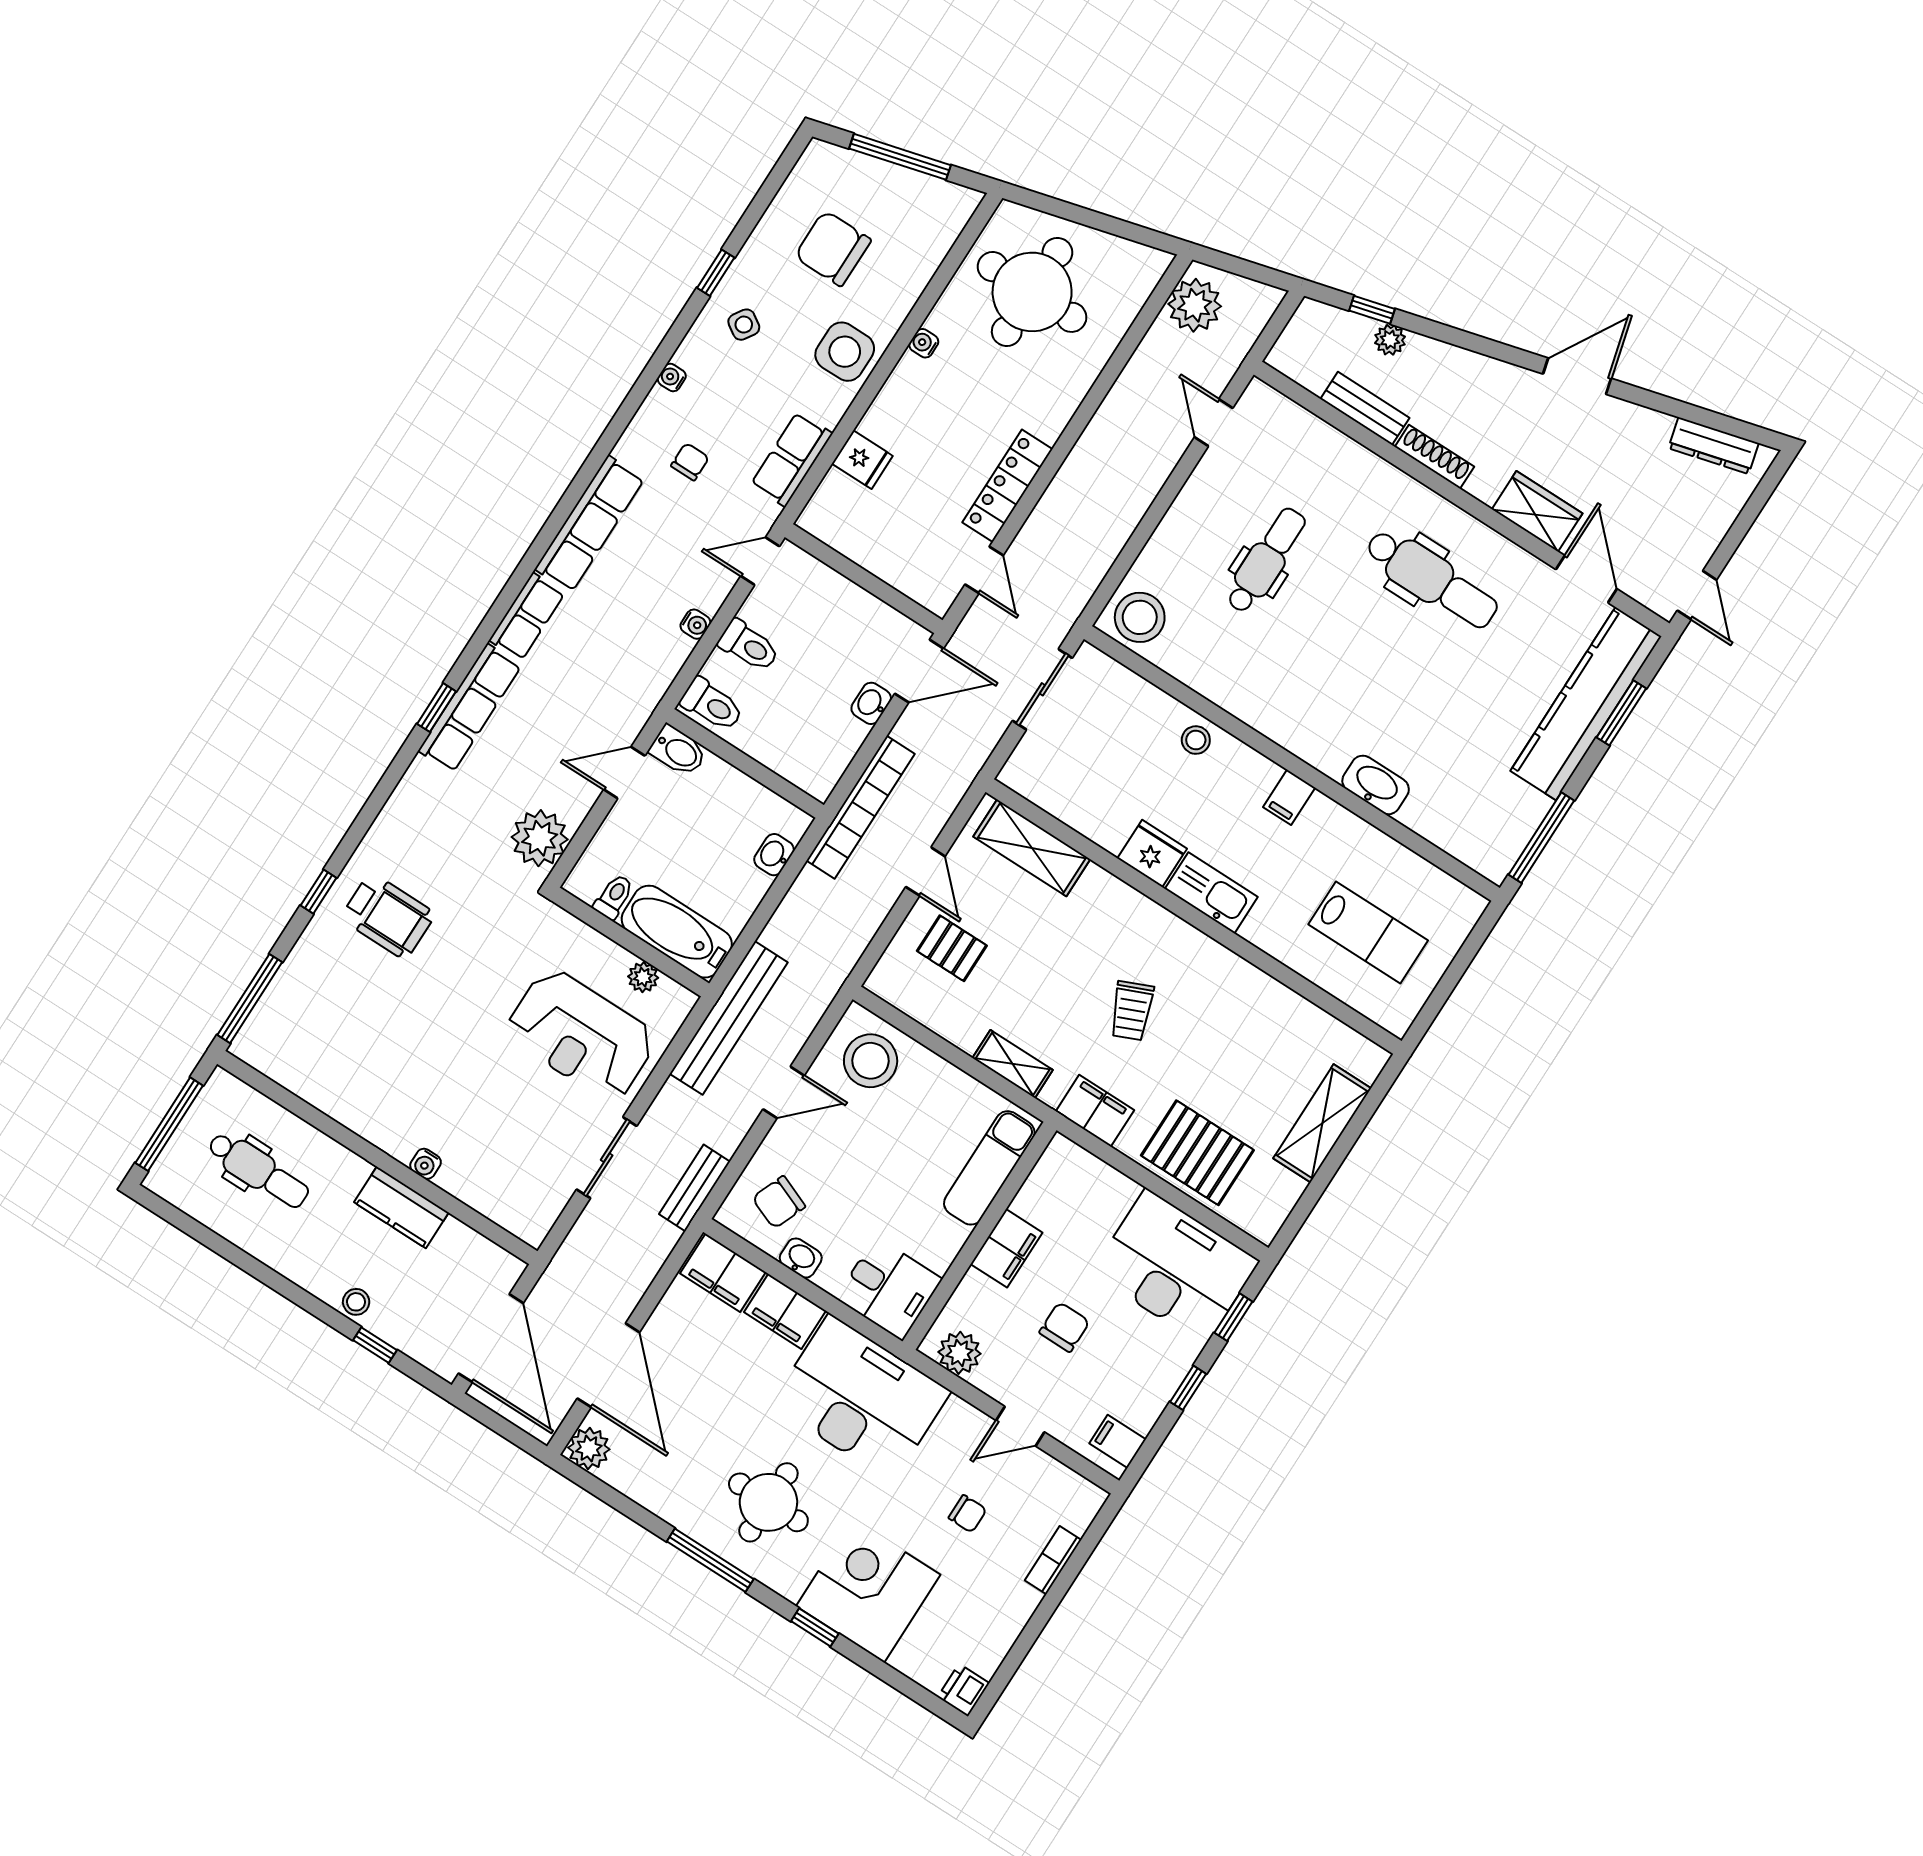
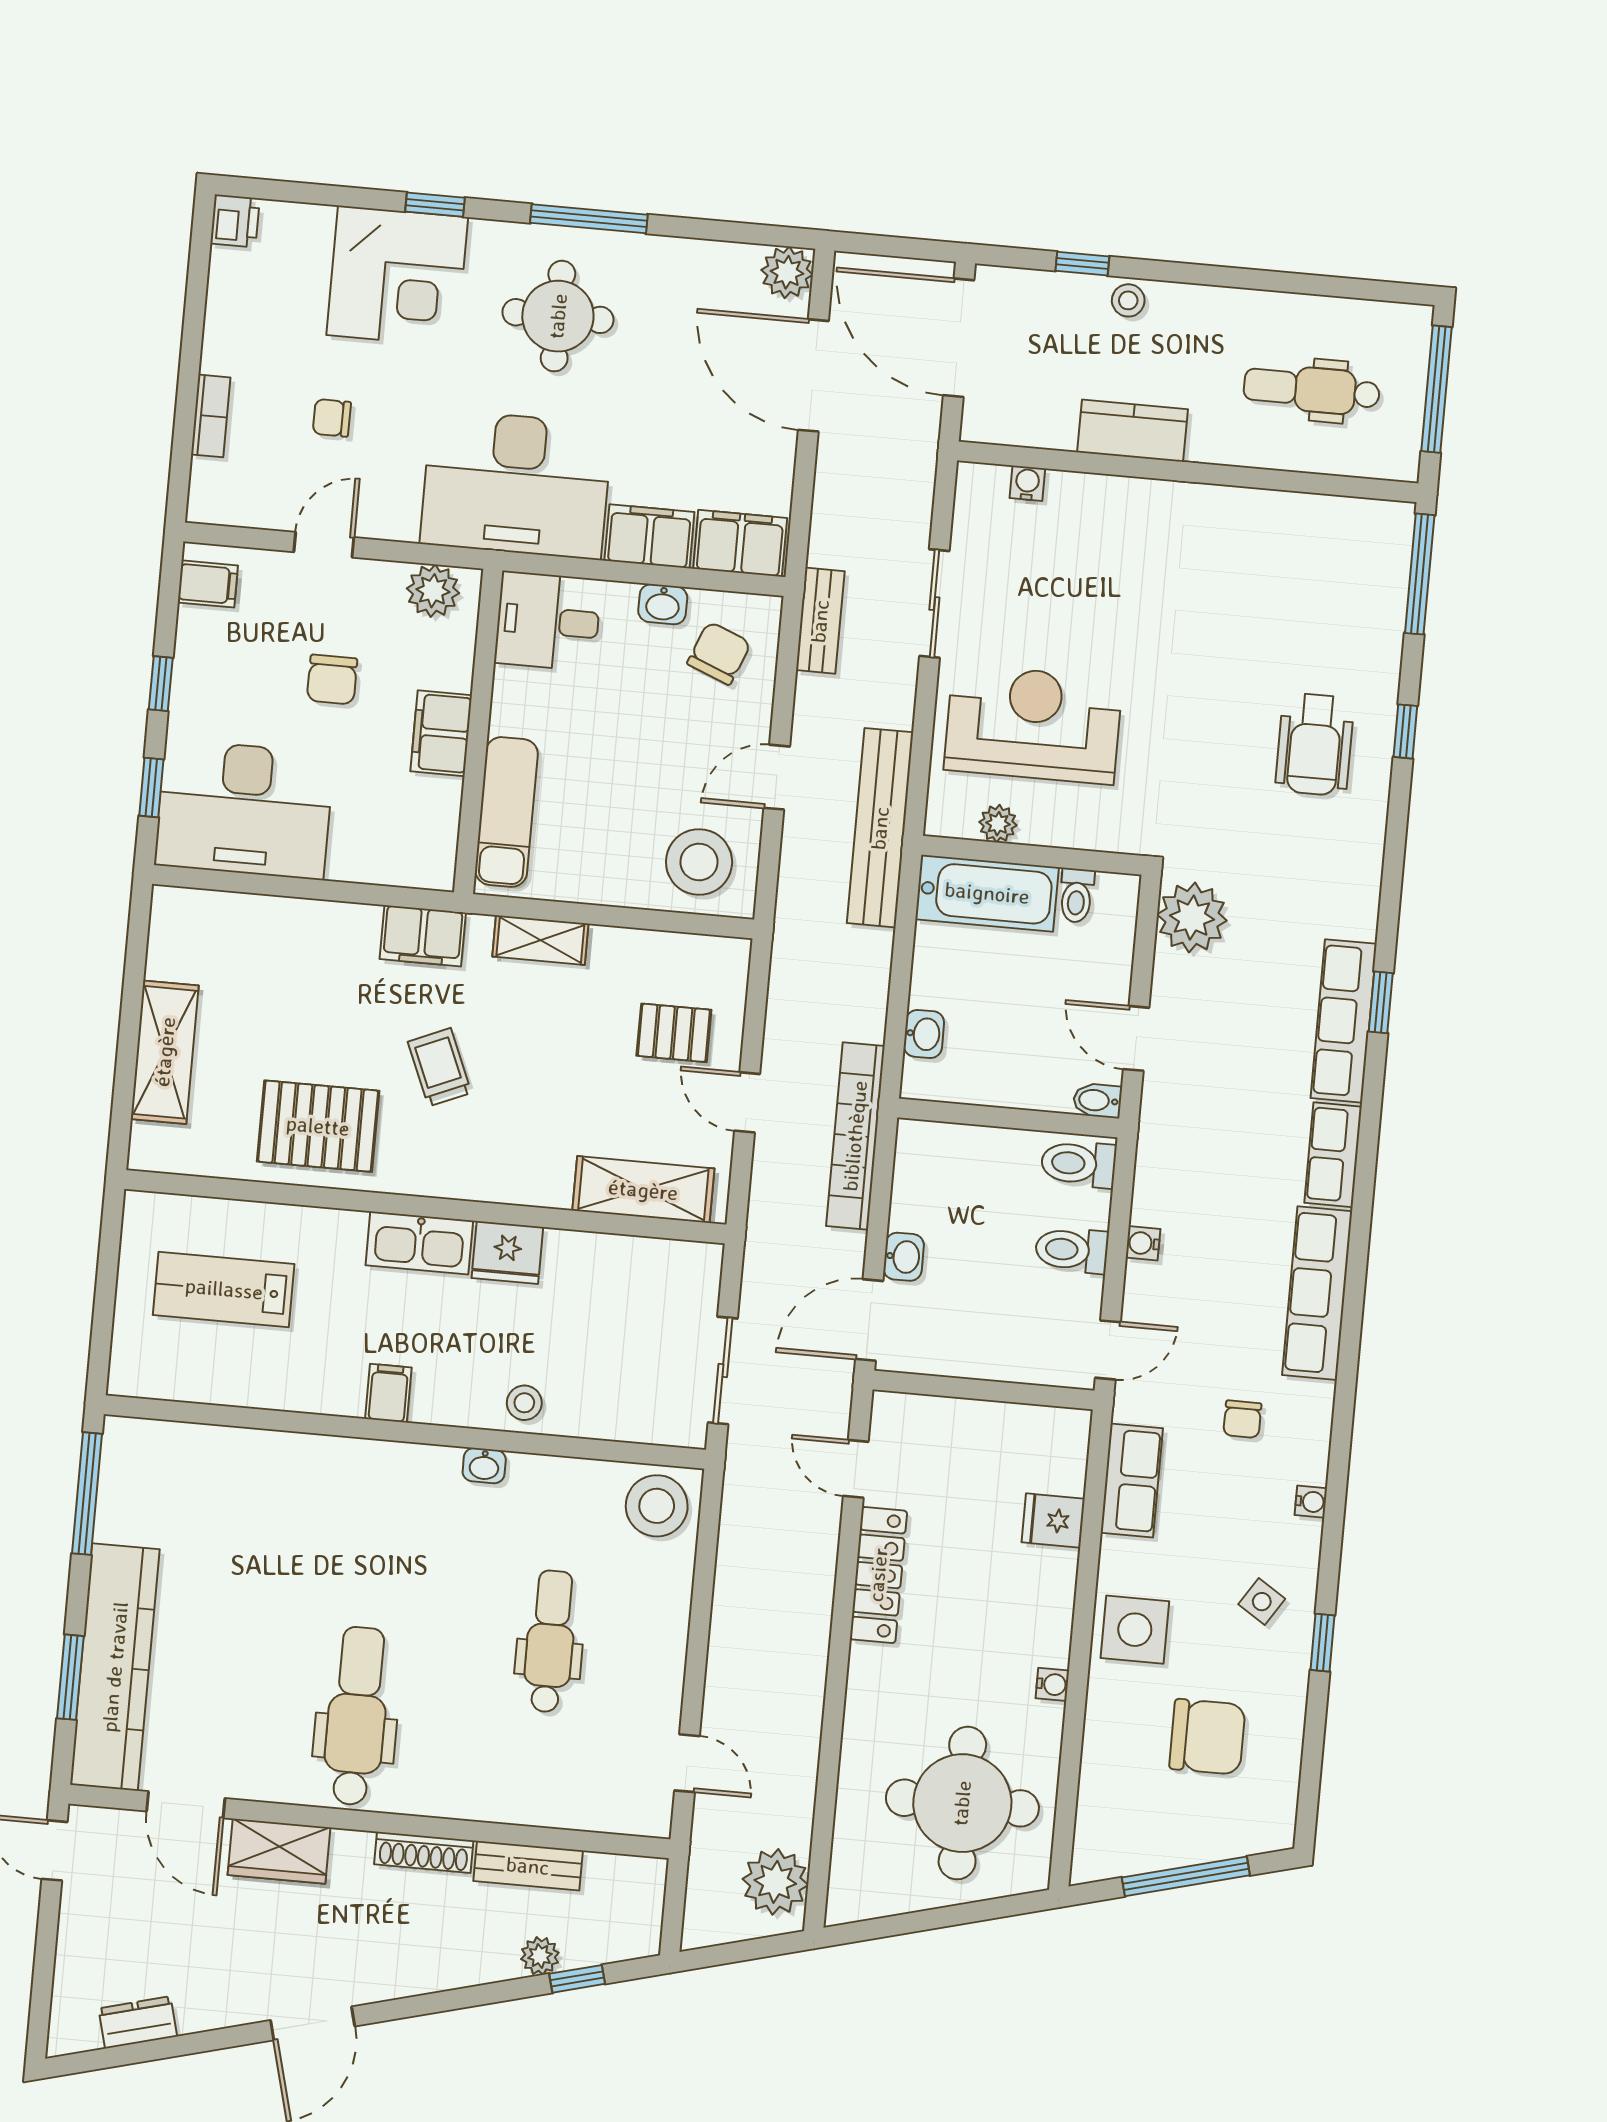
dresser: (1714, 446) -> (138, 2022), width x0.70
dental chair: (1266, 560) -> (550, 1641), turned 180
dental chair: (1432, 579) -> (357, 1716), turned 90
bidet: (678, 751) -> (1097, 1100), width x0.72, depth x0.74
door: (624, 773) -> (1136, 1038), swing flipped
washbasin: (1376, 785) -> (484, 1466), moved, width x0.52, depth x0.69
wheelchair: (388, 916) -> (1315, 744), turned -90
pallet: (1197, 1153) -> (318, 1126), moved
water cooler: (426, 1164) -> (1027, 483), moved

